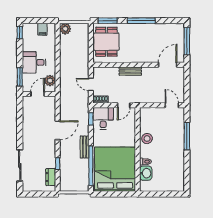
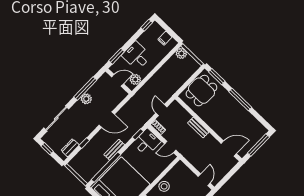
window: (20, 123) -> (85, 88), added
plant: (28, 130) -> (86, 99), added
window: (35, 194) -> (47, 149), added

